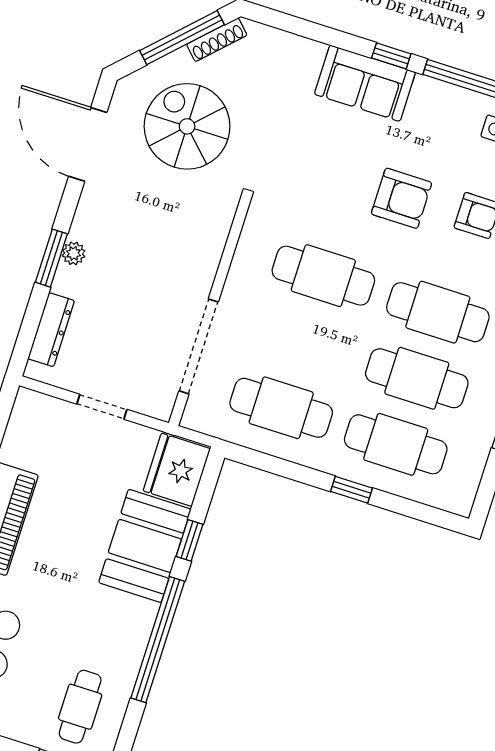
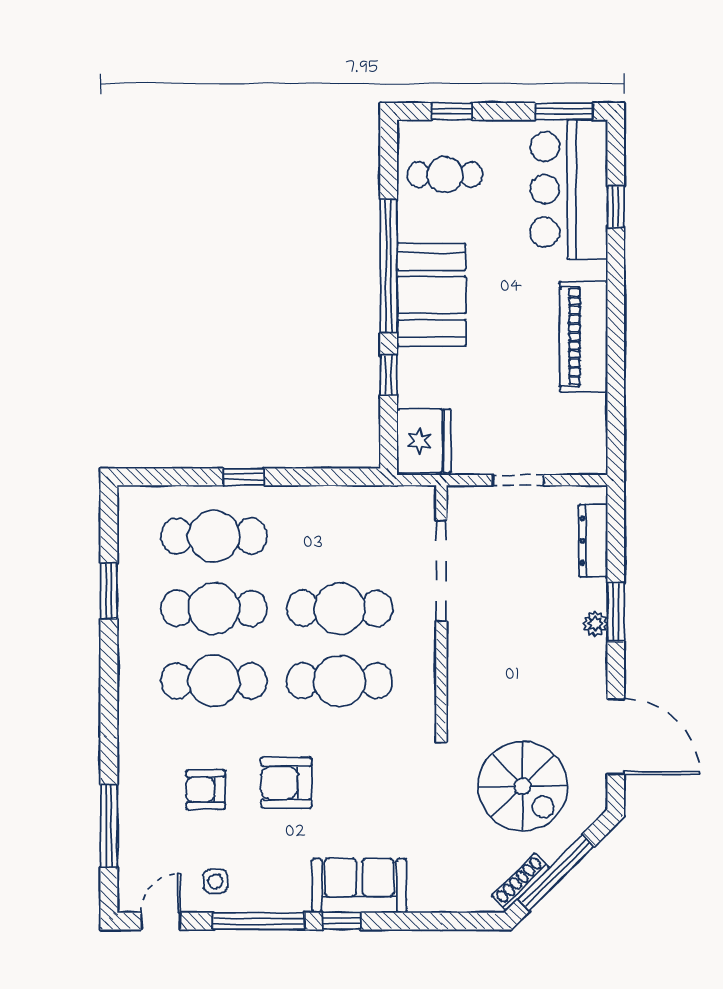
cafe table: (281, 408) -> (340, 608), moved
booth: (145, 546) -> (431, 295), moved
cafe table: (80, 707) -> (445, 175), turned 90

